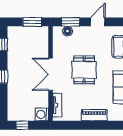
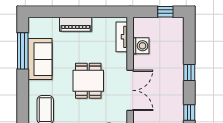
double door: (51, 74) -> (130, 90), moved
washing machine: (42, 114) -> (141, 46), moved

